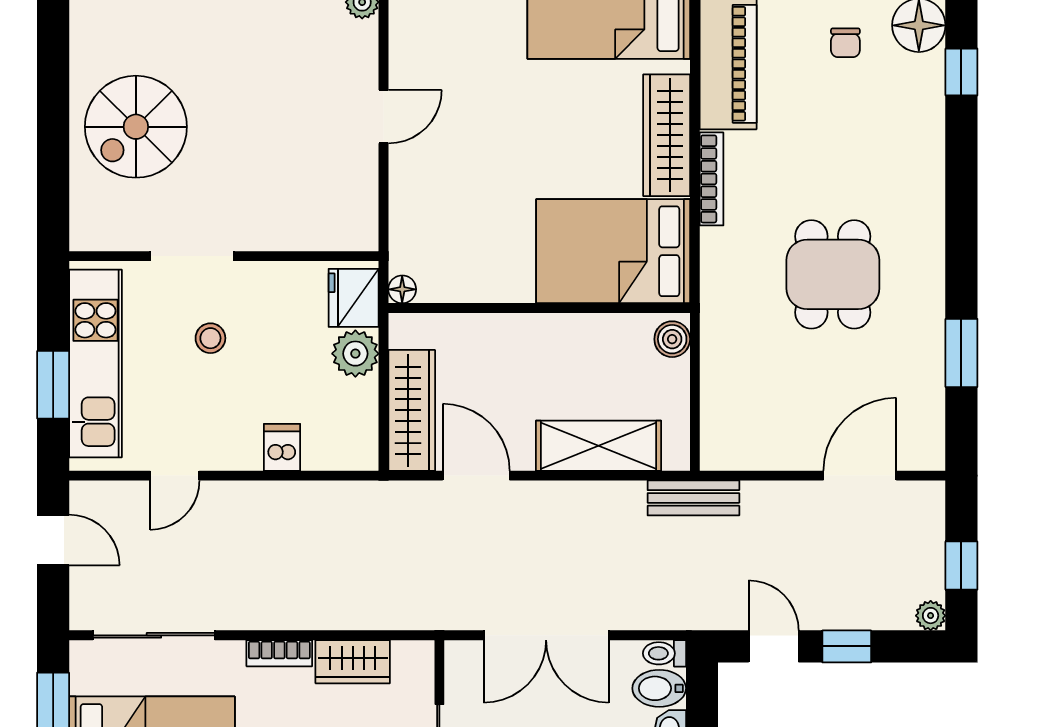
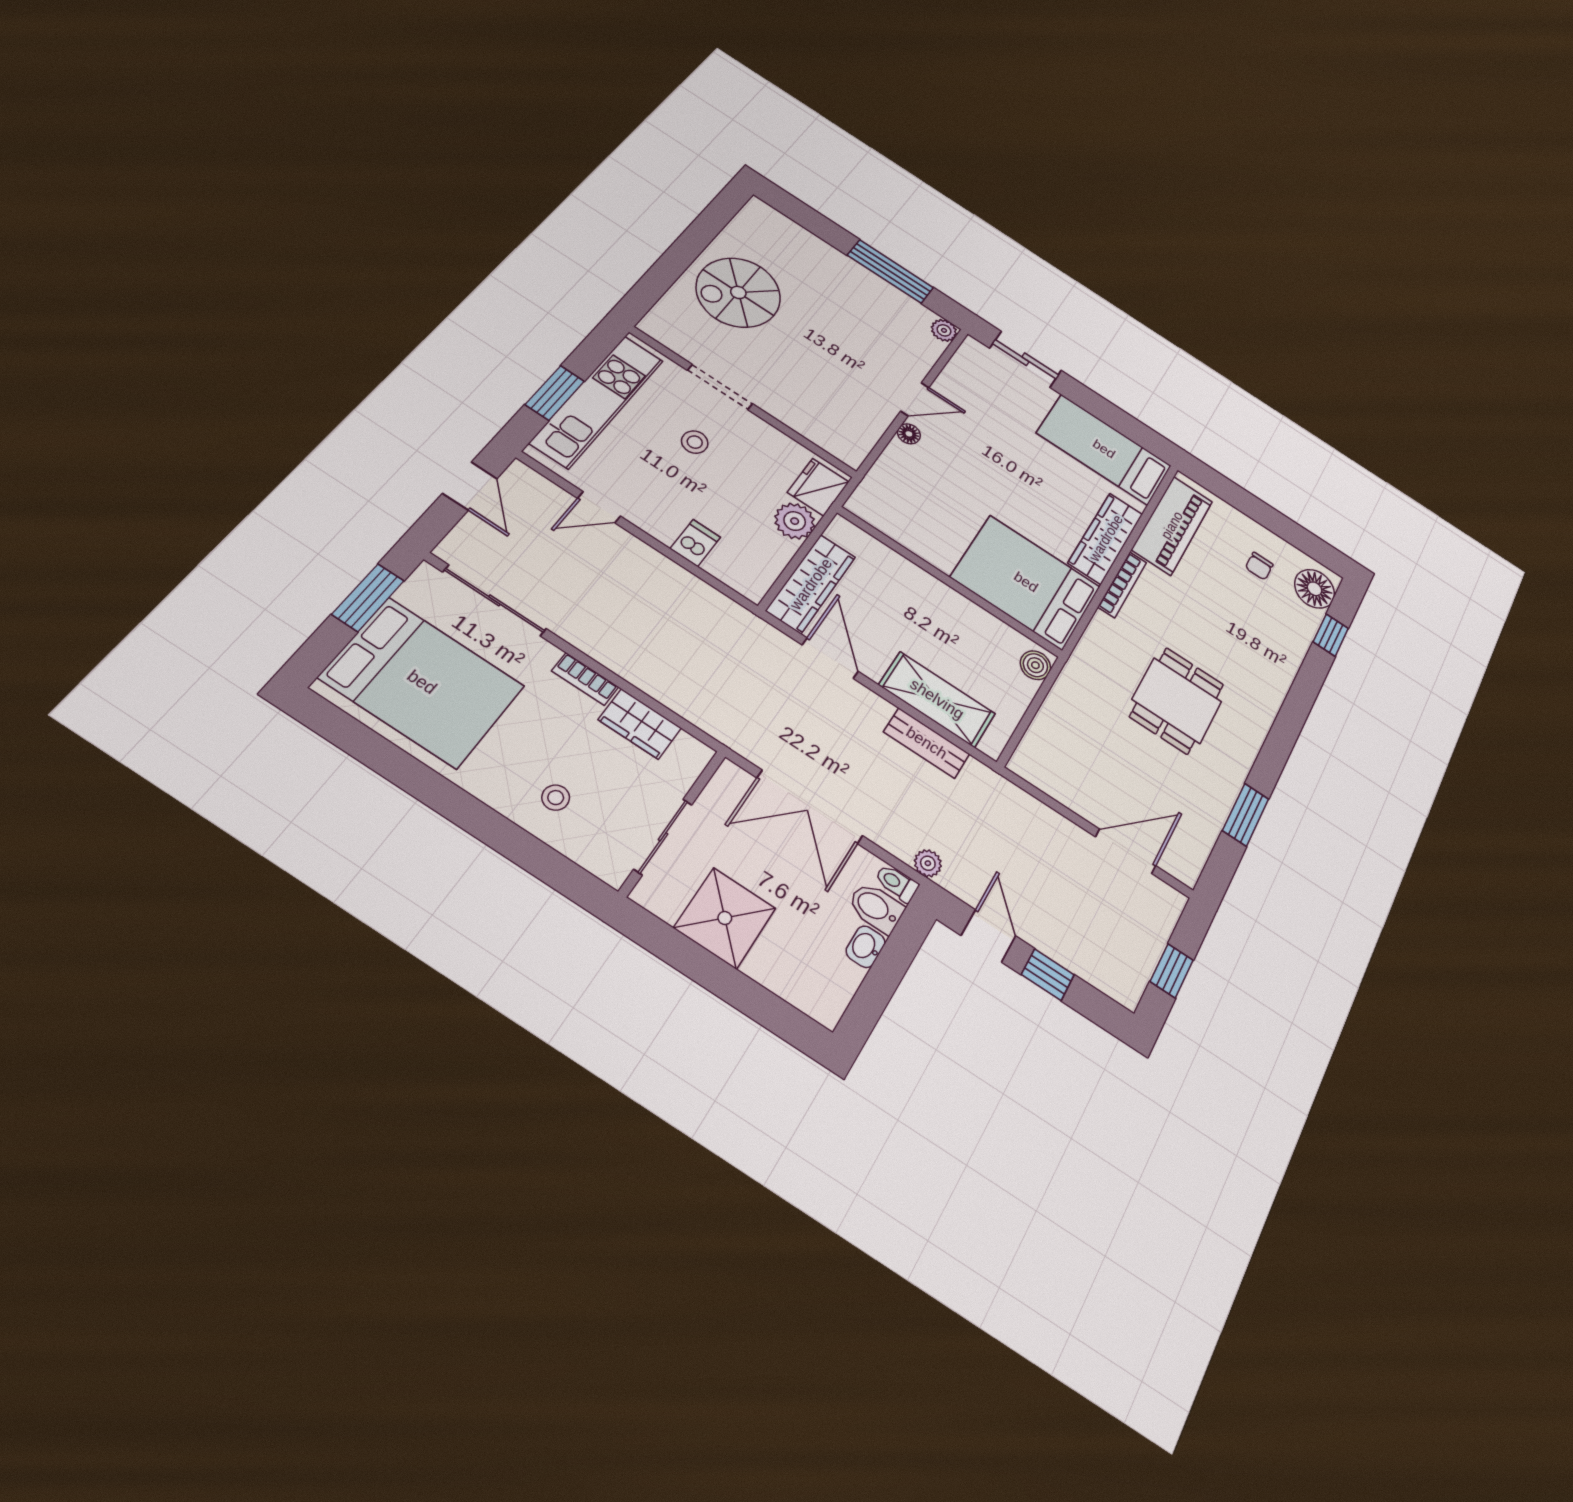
floor lamp: (402, 289) -> (909, 434), moved
bench: (693, 498) -> (927, 743), moved
plant: (931, 616) -> (928, 863), moved

